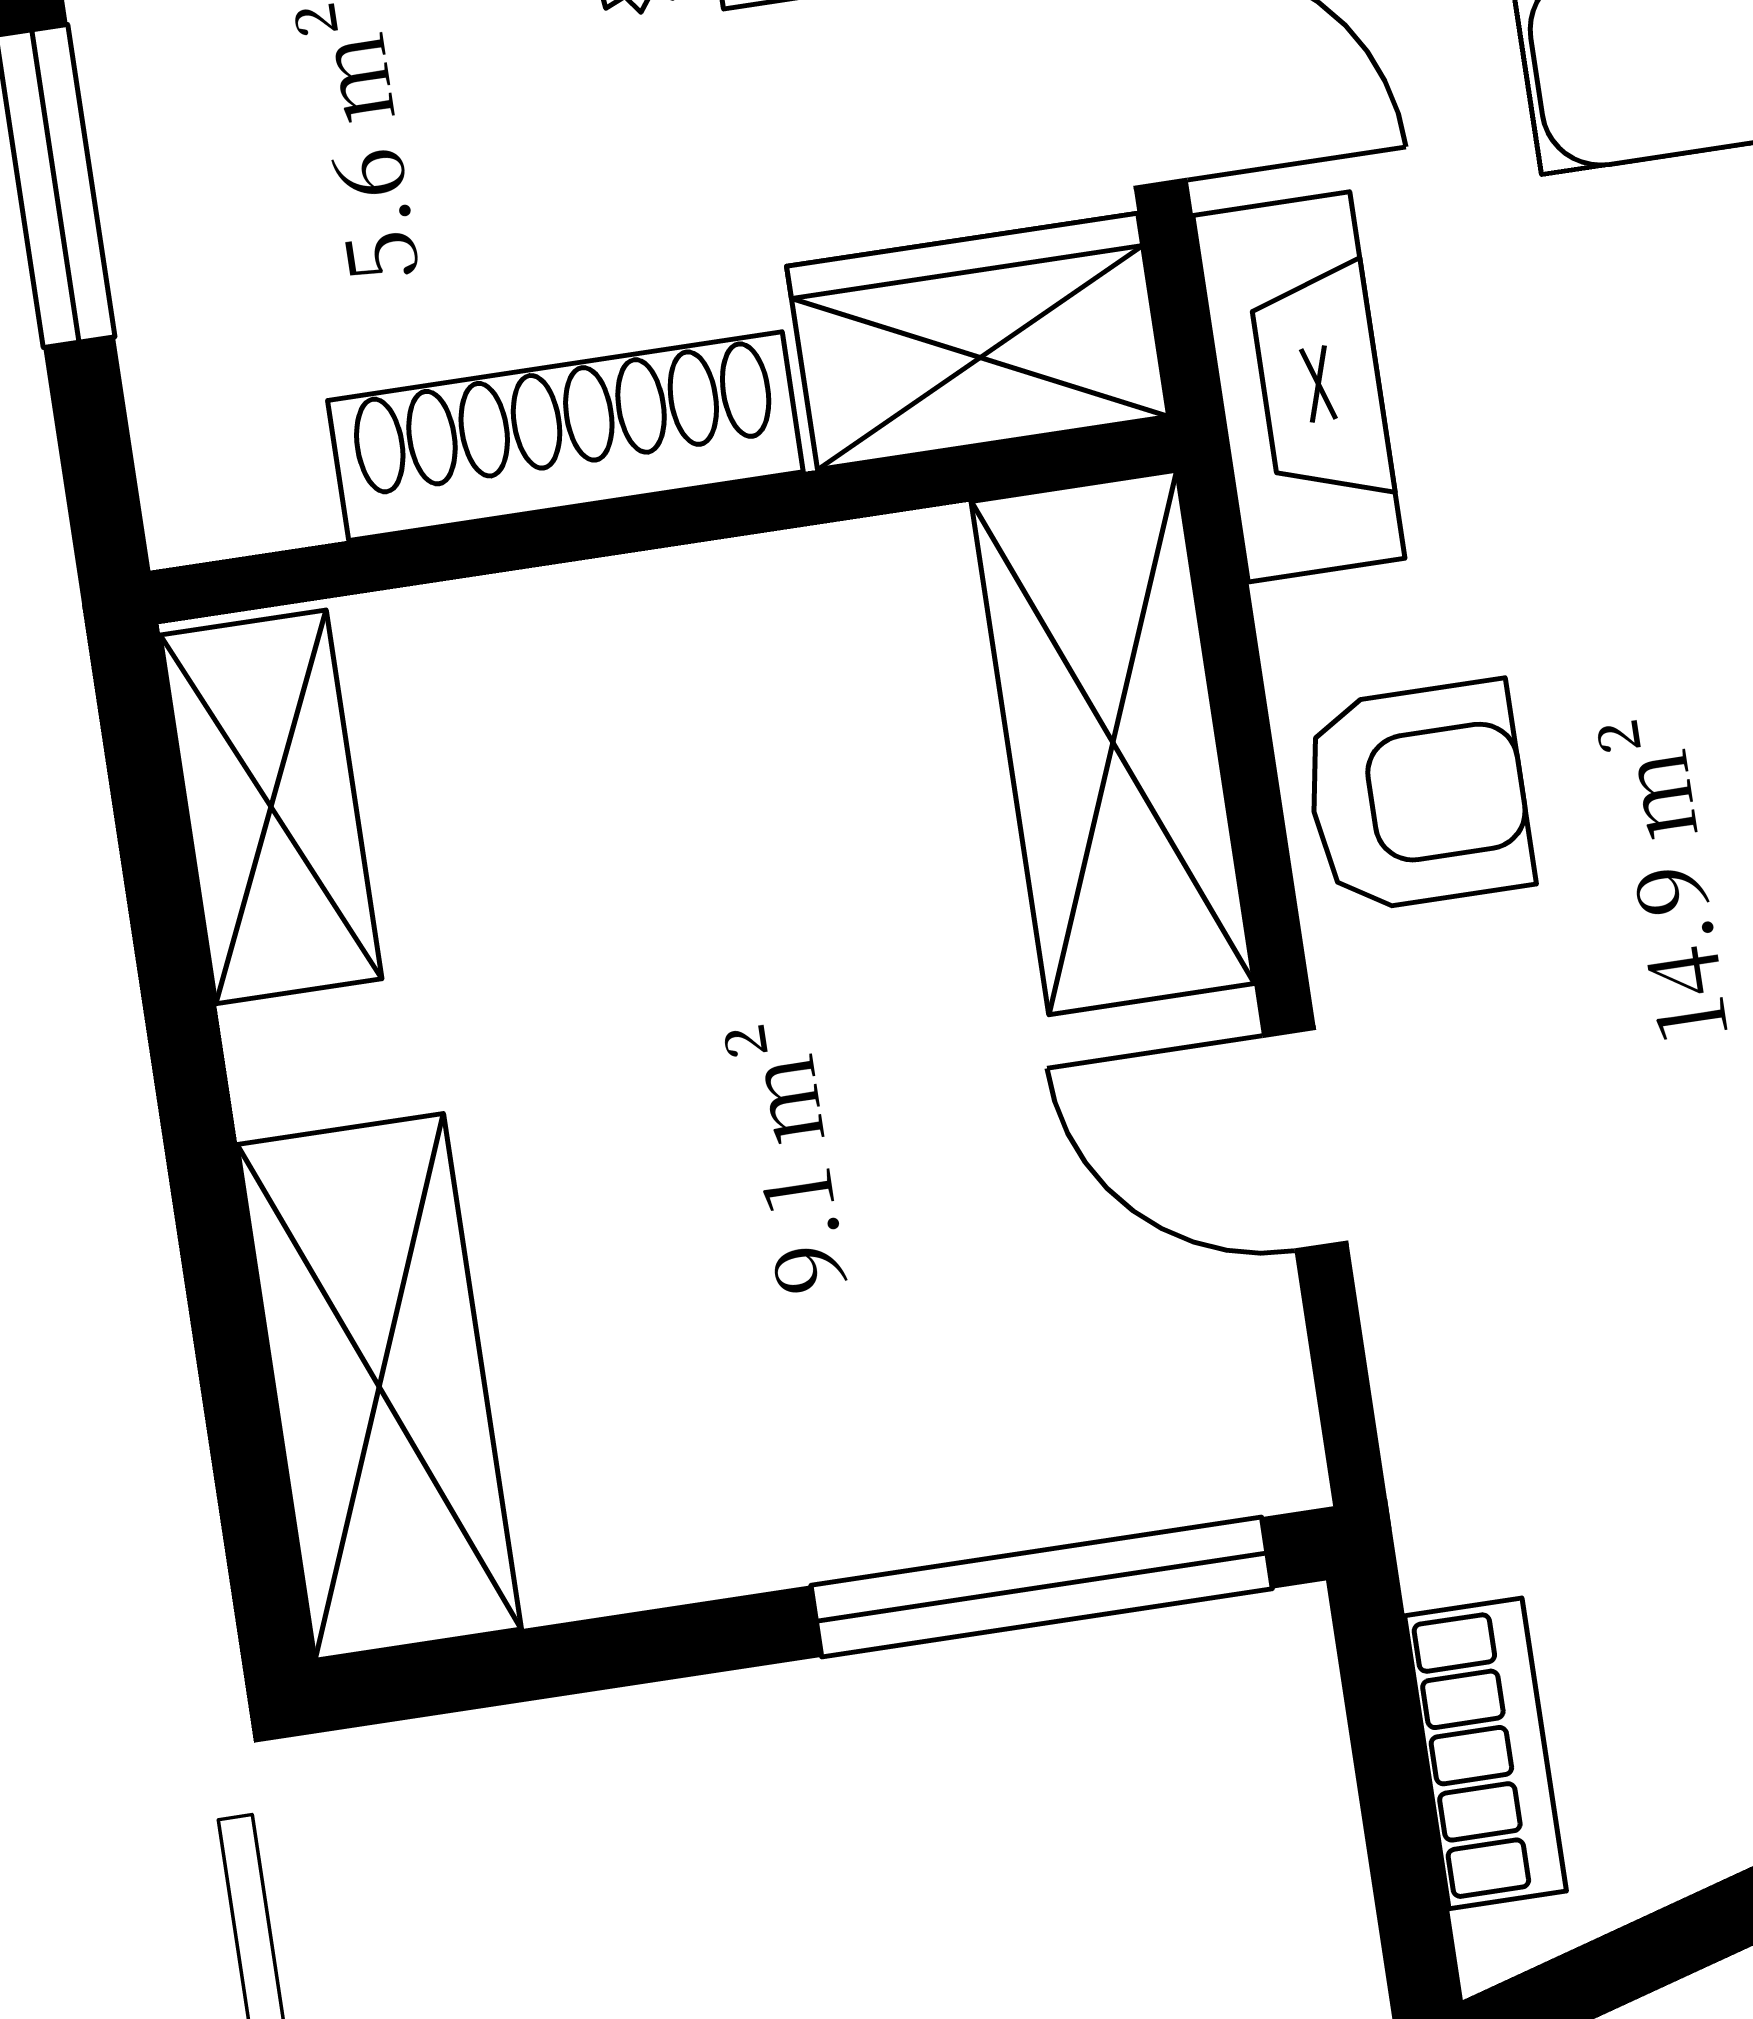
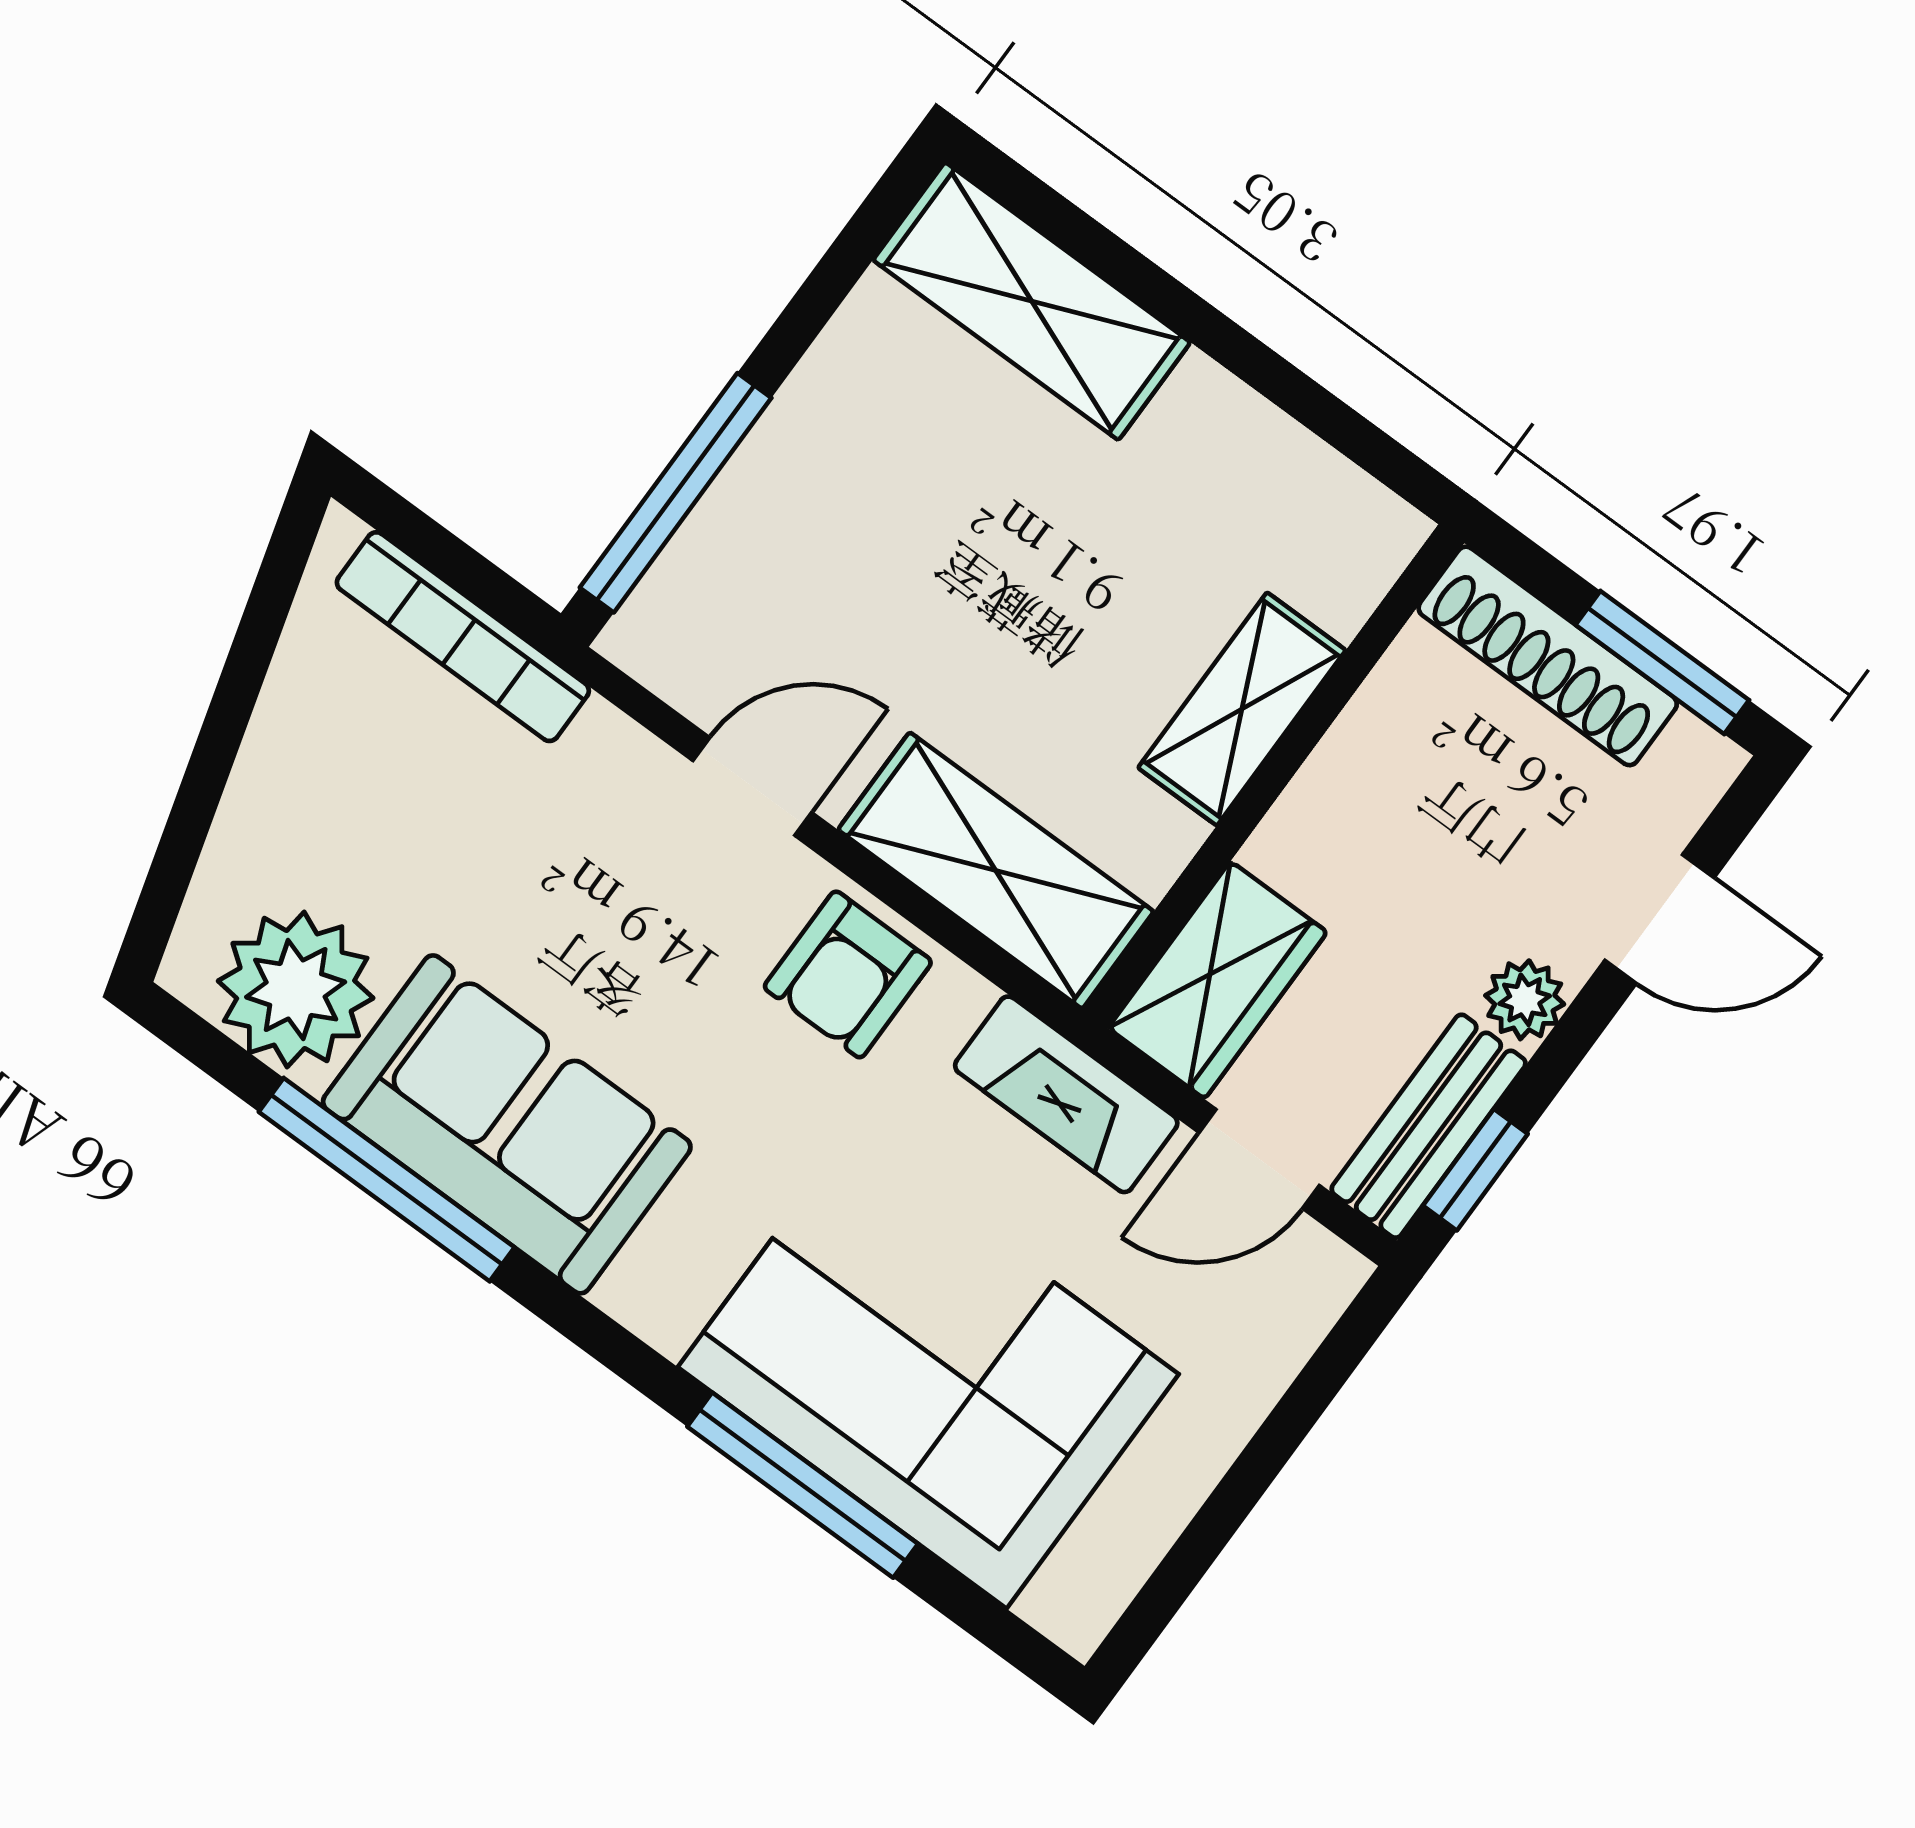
shoe rack: (565, 436) -> (1548, 656), moved, turned 90
shelving: (271, 807) -> (1242, 709), moved, turned 90
bookcase: (1485, 1753) -> (463, 637), width x1.56

